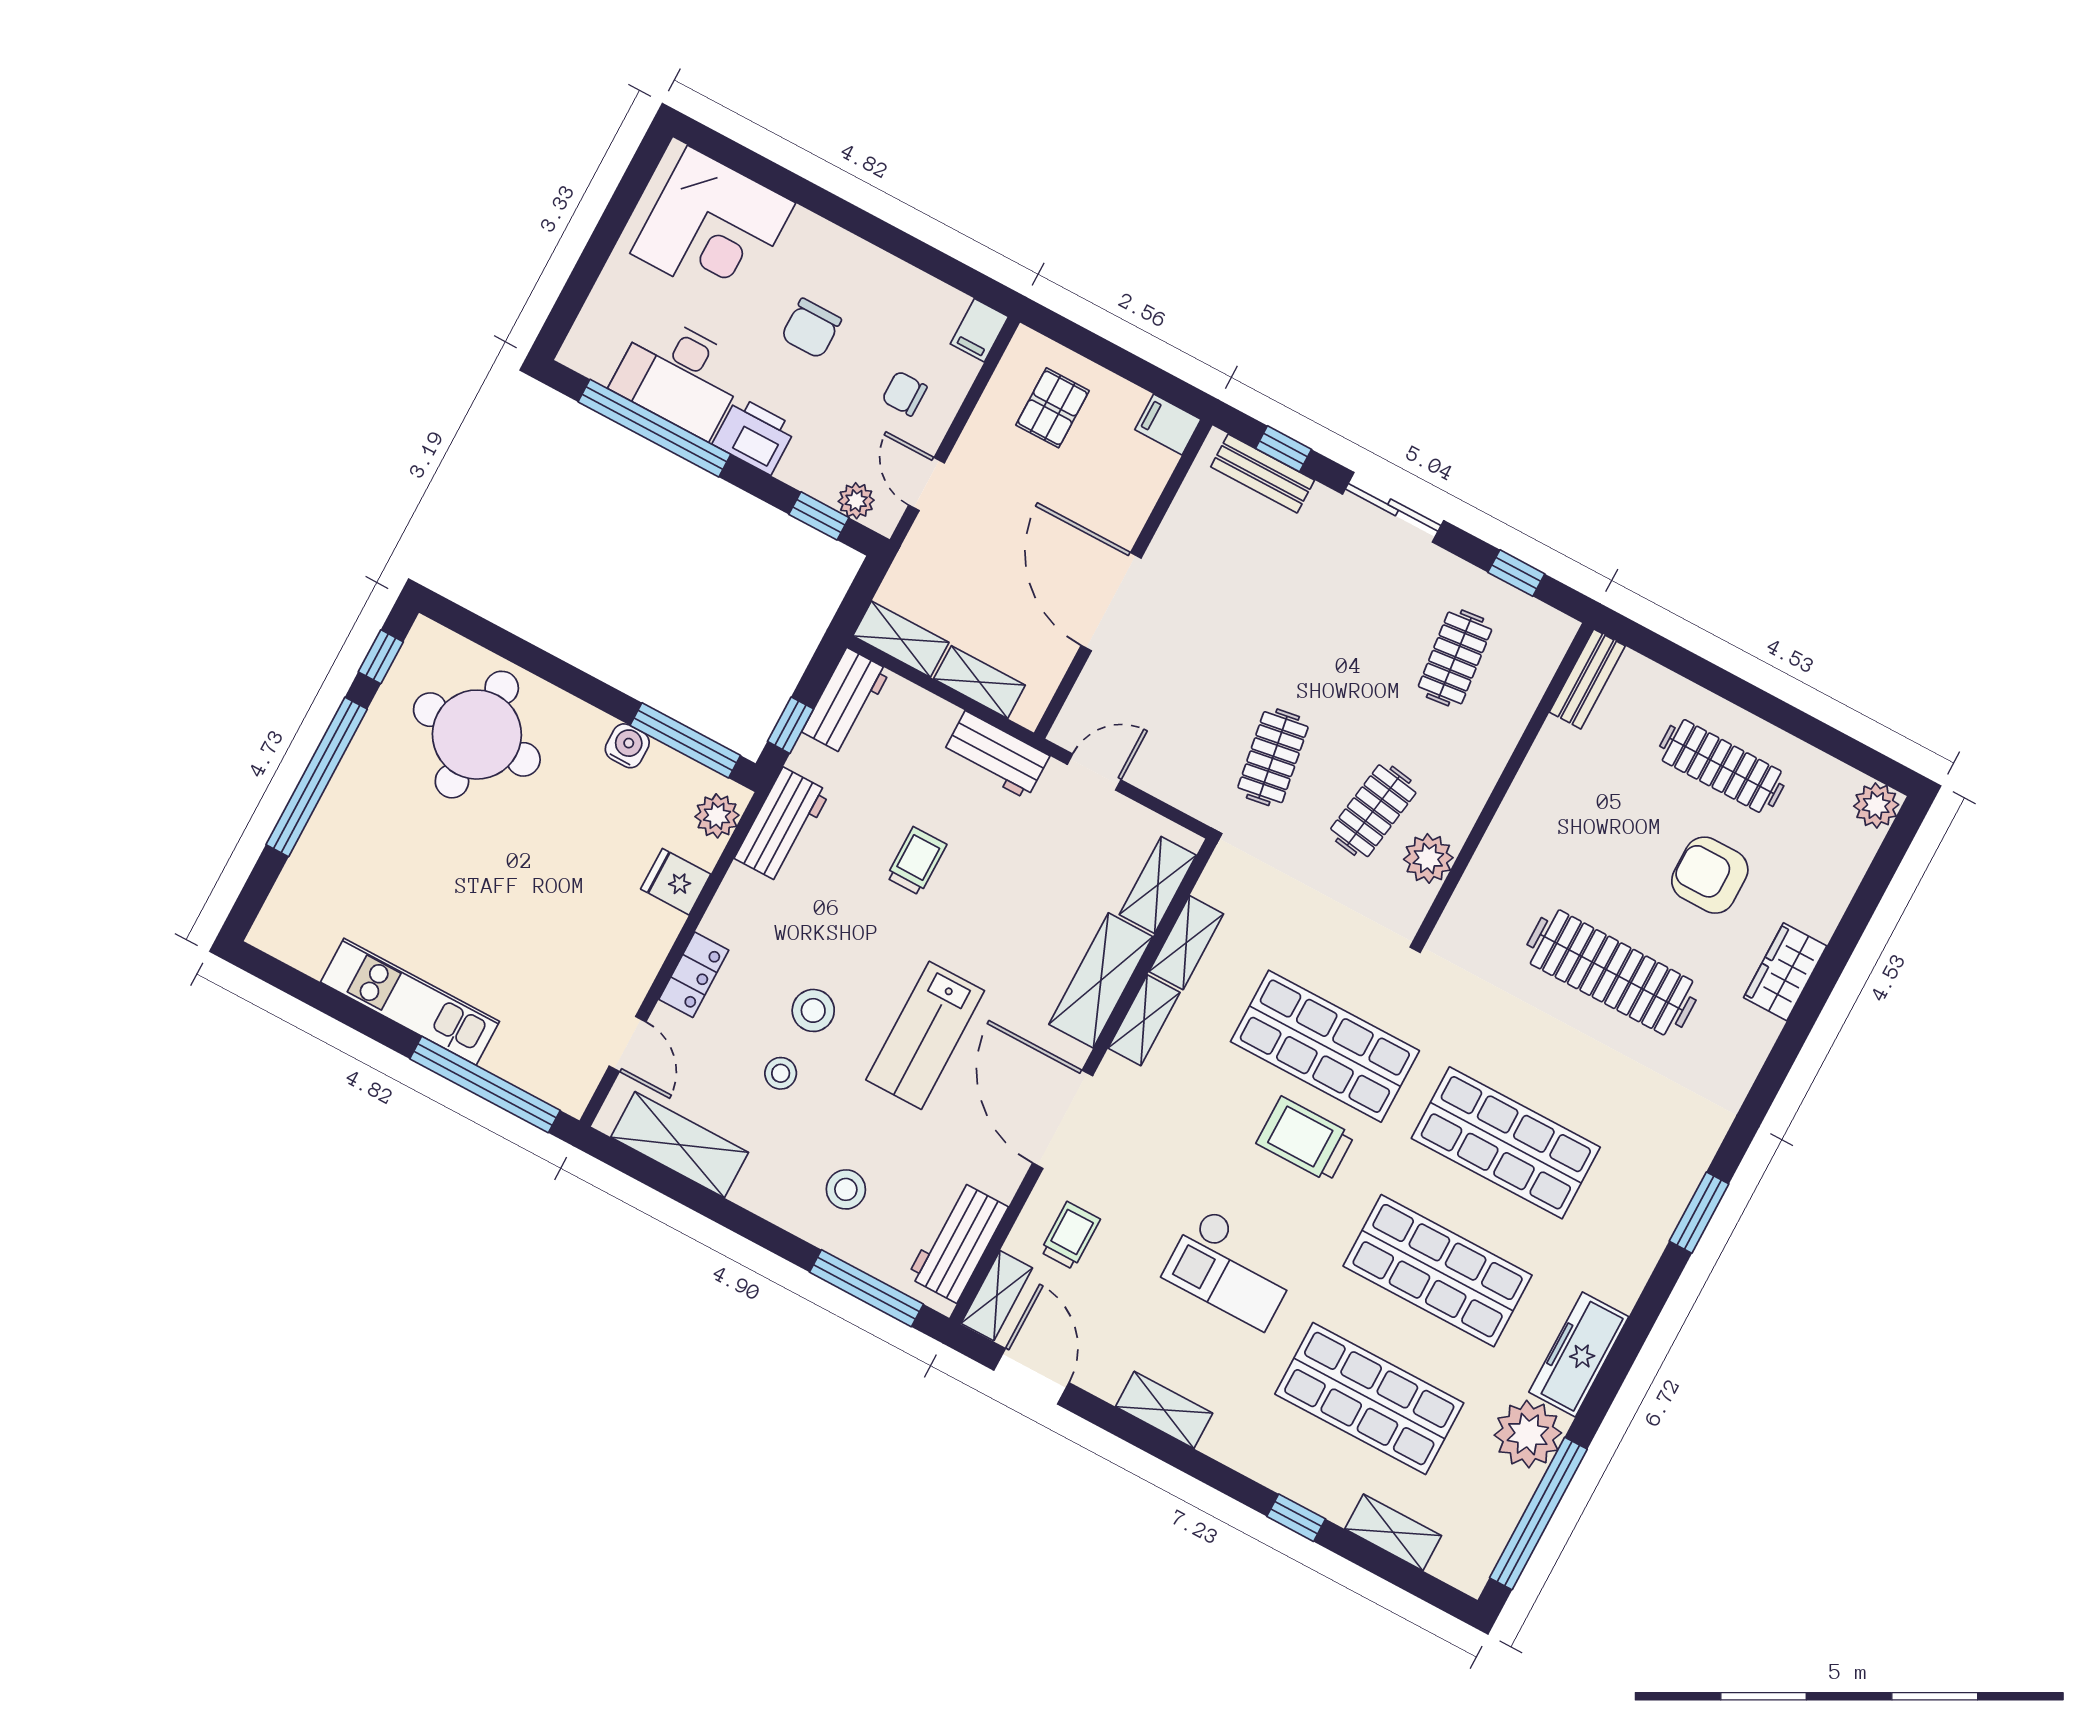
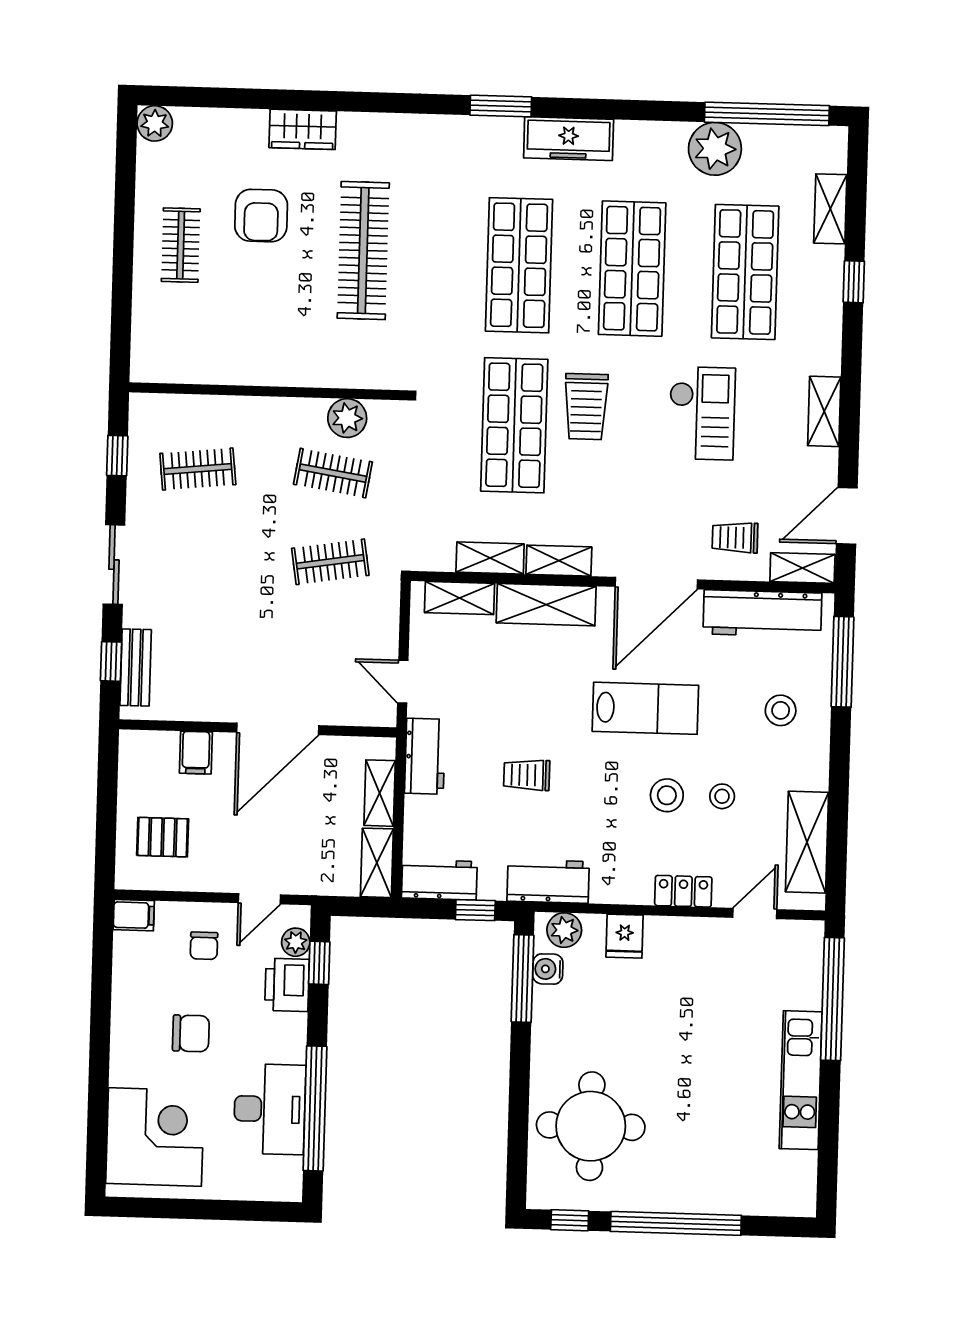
filing cabinet: (1168, 424) -> (196, 753), moved
printer: (754, 436) -> (287, 985), moved
bench: (1587, 679) -> (167, 369), removed
water cooler: (627, 746) -> (548, 969), moved
clothes rail: (1722, 766) -> (181, 245), width x0.73
workbench: (958, 1242) -> (762, 613), width x1.38
freezer: (1579, 1354) -> (569, 139), moved

